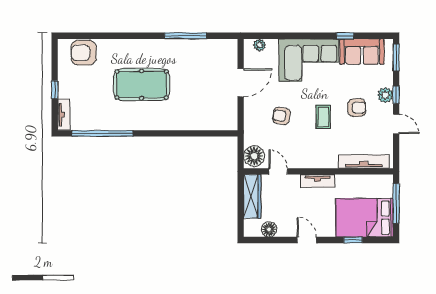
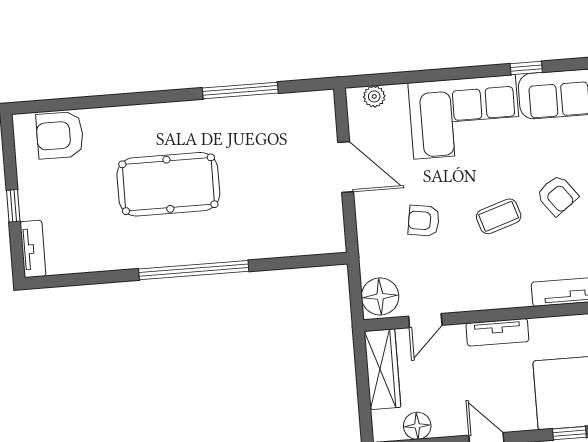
door: (241, 83) -> (346, 167), hinge flipped
armchair: (357, 108) -> (557, 195), turned 53
coffee table: (323, 117) -> (499, 216), turned 72
window: (102, 133) -> (194, 270), moved
door: (278, 171) -> (425, 321), swing flipped

